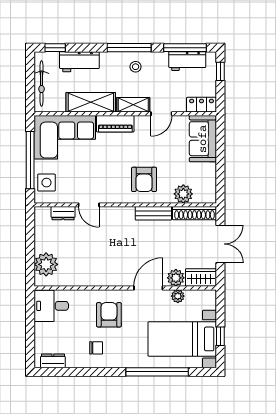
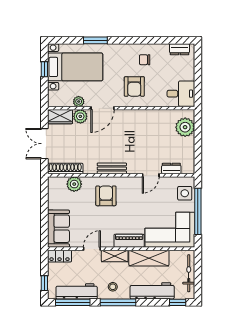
workbench: (187, 61) -> (77, 291), width x1.37
workbench: (79, 62) -> (152, 291), width x1.38
door: (89, 205) -> (151, 175), swing flipped
bench: (153, 213) -> (112, 168), moved
window: (157, 372) -> (95, 40), width x0.47

